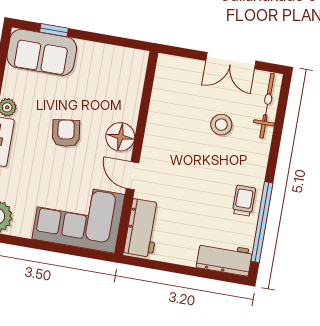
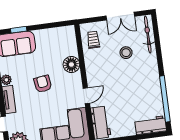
floor lamp: (120, 137) -> (71, 65), moved
door: (133, 176) -> (86, 96), swing flipped
trolley: (244, 201) -> (93, 40), moved

